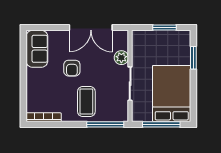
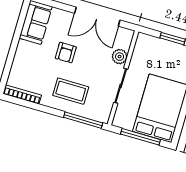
coffee table: (86, 101) -> (71, 91), turned 90

